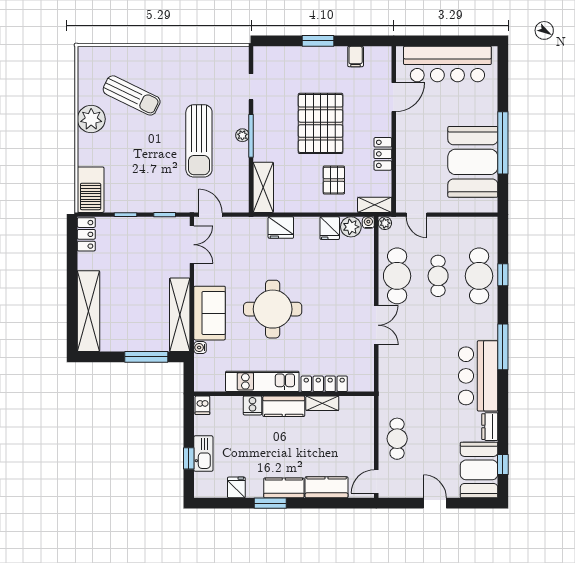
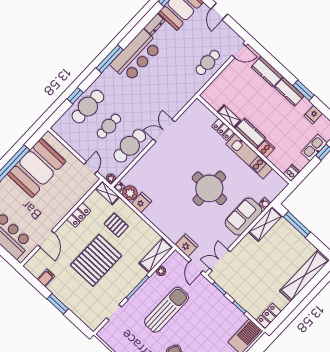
door: (394, 97) -> (46, 239), swing flipped
plant: (242, 135) -> (161, 271), moved
pallet: (334, 180) -> (116, 225), turned 90
fridge: (281, 228) -> (187, 245), moved
shelving: (180, 315) -> (265, 224), width x0.68
locker: (324, 384) -> (223, 129), width x0.66

